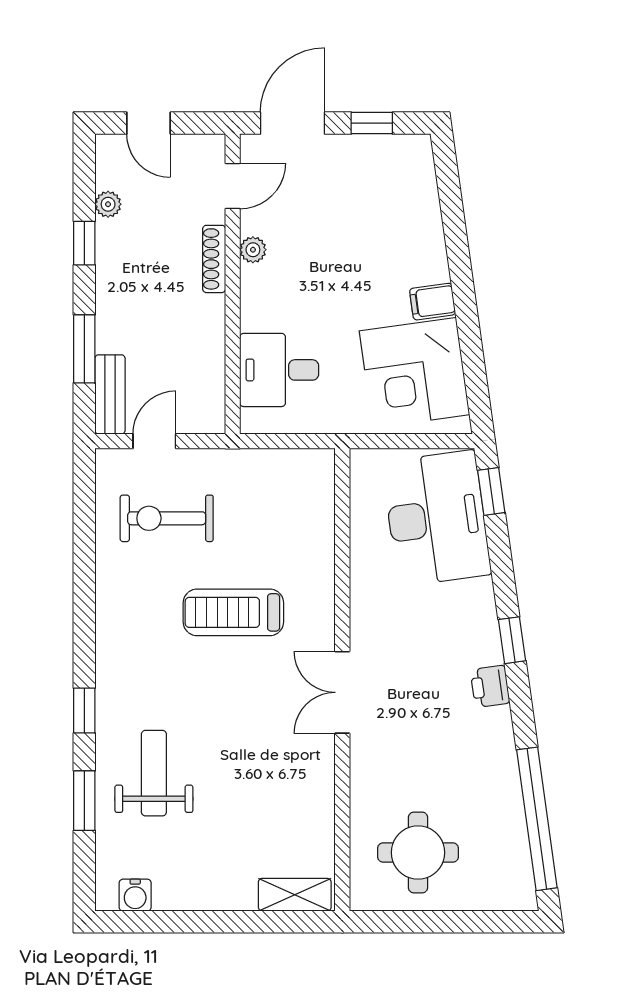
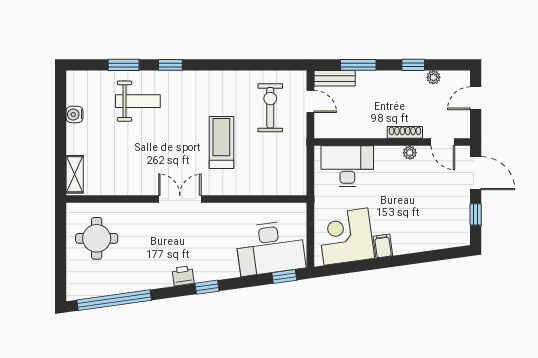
desk: (279, 370) -> (347, 166), width x1.37
water cooler: (135, 895) -> (75, 114), moved

